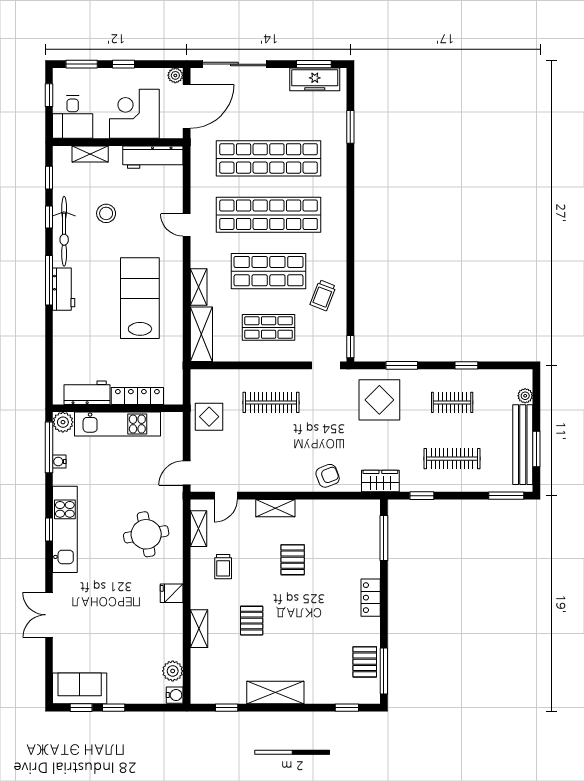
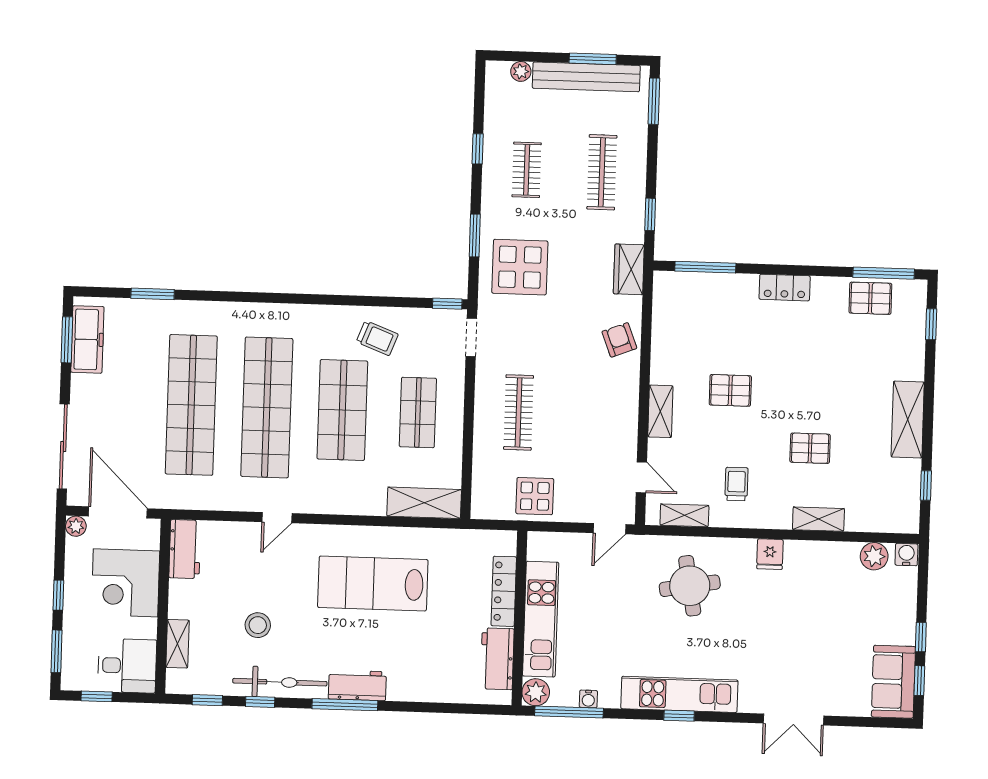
workbench: (153, 157) -> (185, 549), width x0.73
shelving: (199, 287) -> (361, 504), removed
door: (187, 473) -> (609, 529), hinge flipped
trolley: (223, 567) -> (736, 484), turned -90

